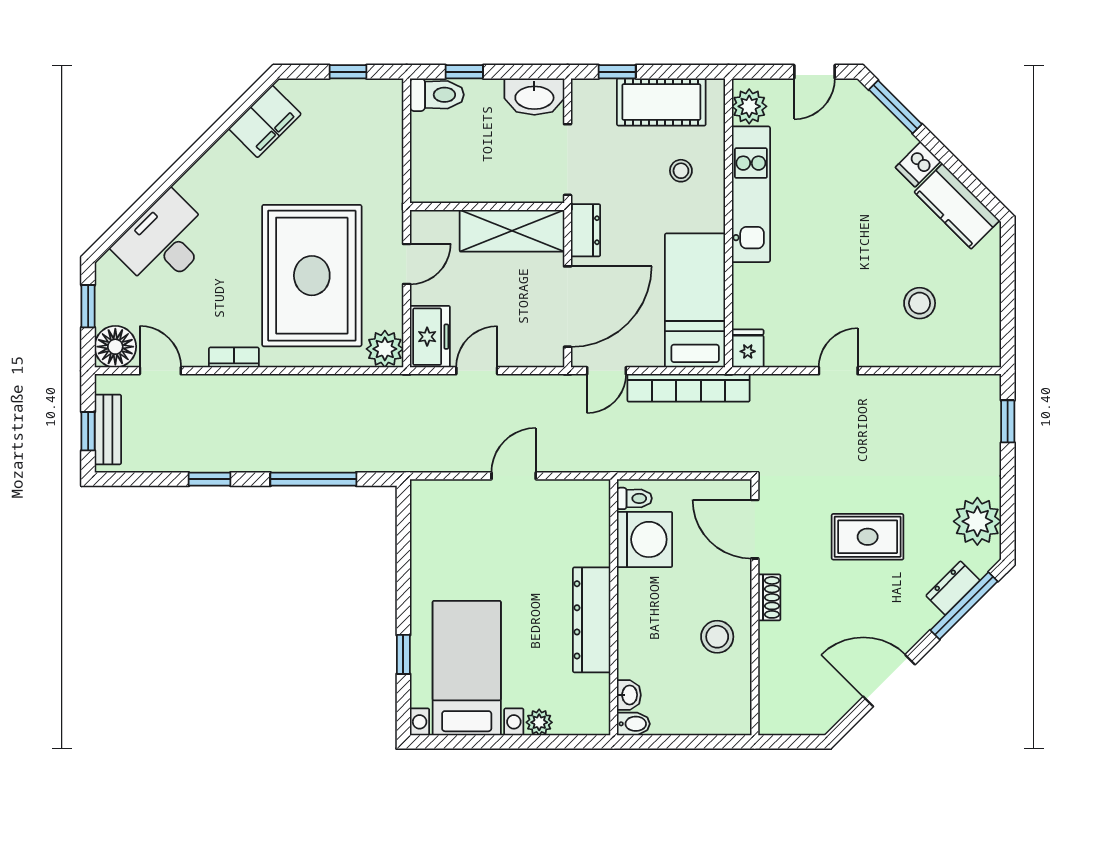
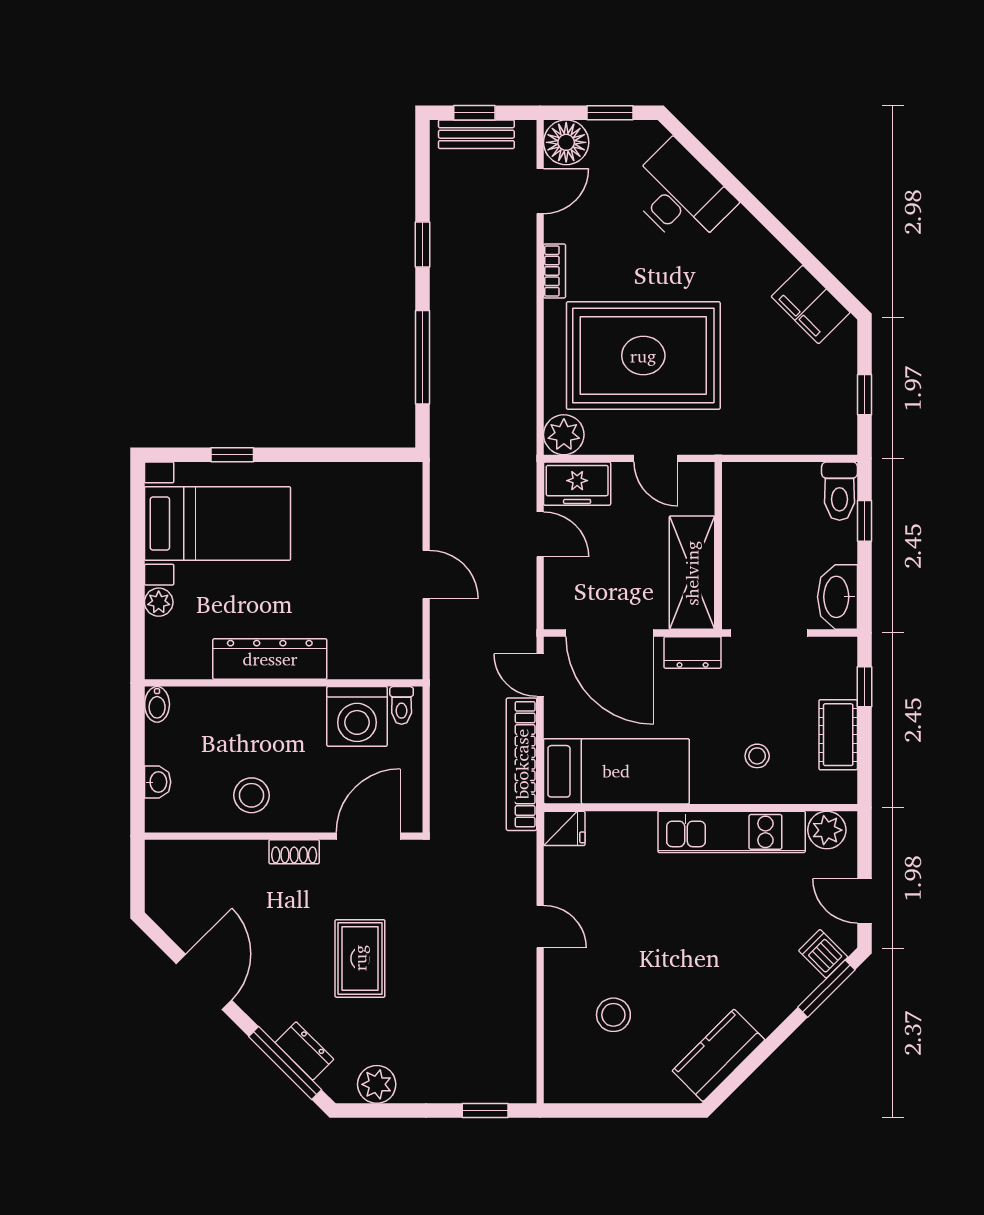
cot: (661, 102) -> (838, 735), width x0.73, depth x0.75
dishwasher: (918, 164) -> (823, 954), moved
plant: (977, 521) -> (377, 1084), width x0.73, depth x0.73
washbasin: (629, 695) -> (158, 782), moved, turned -90

